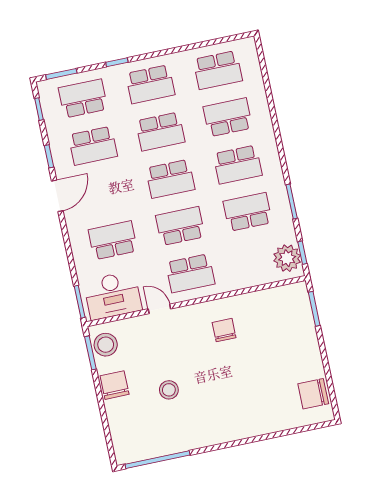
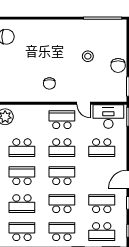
stool: (106, 345) -> (118, 89), removed

